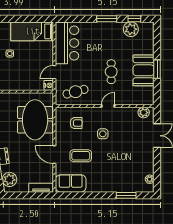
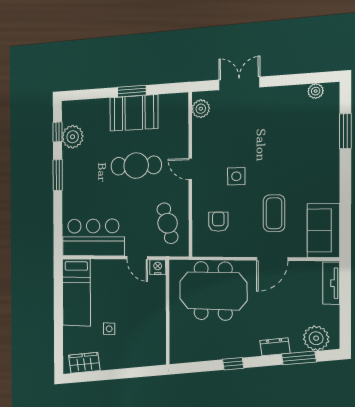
cafe table: (111, 72) -> (136, 166), width x1.37, depth x1.35

